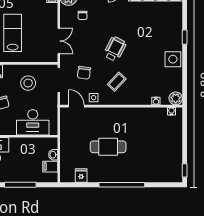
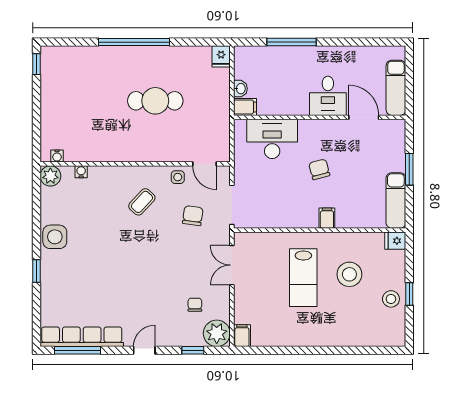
wheelchair: (115, 49) -> (145, 253), removed
stool: (28, 83) -> (279, 200), removed
filing cabinet: (50, 167) -> (245, 107), moved
fridge: (81, 175) -> (221, 56), moved

